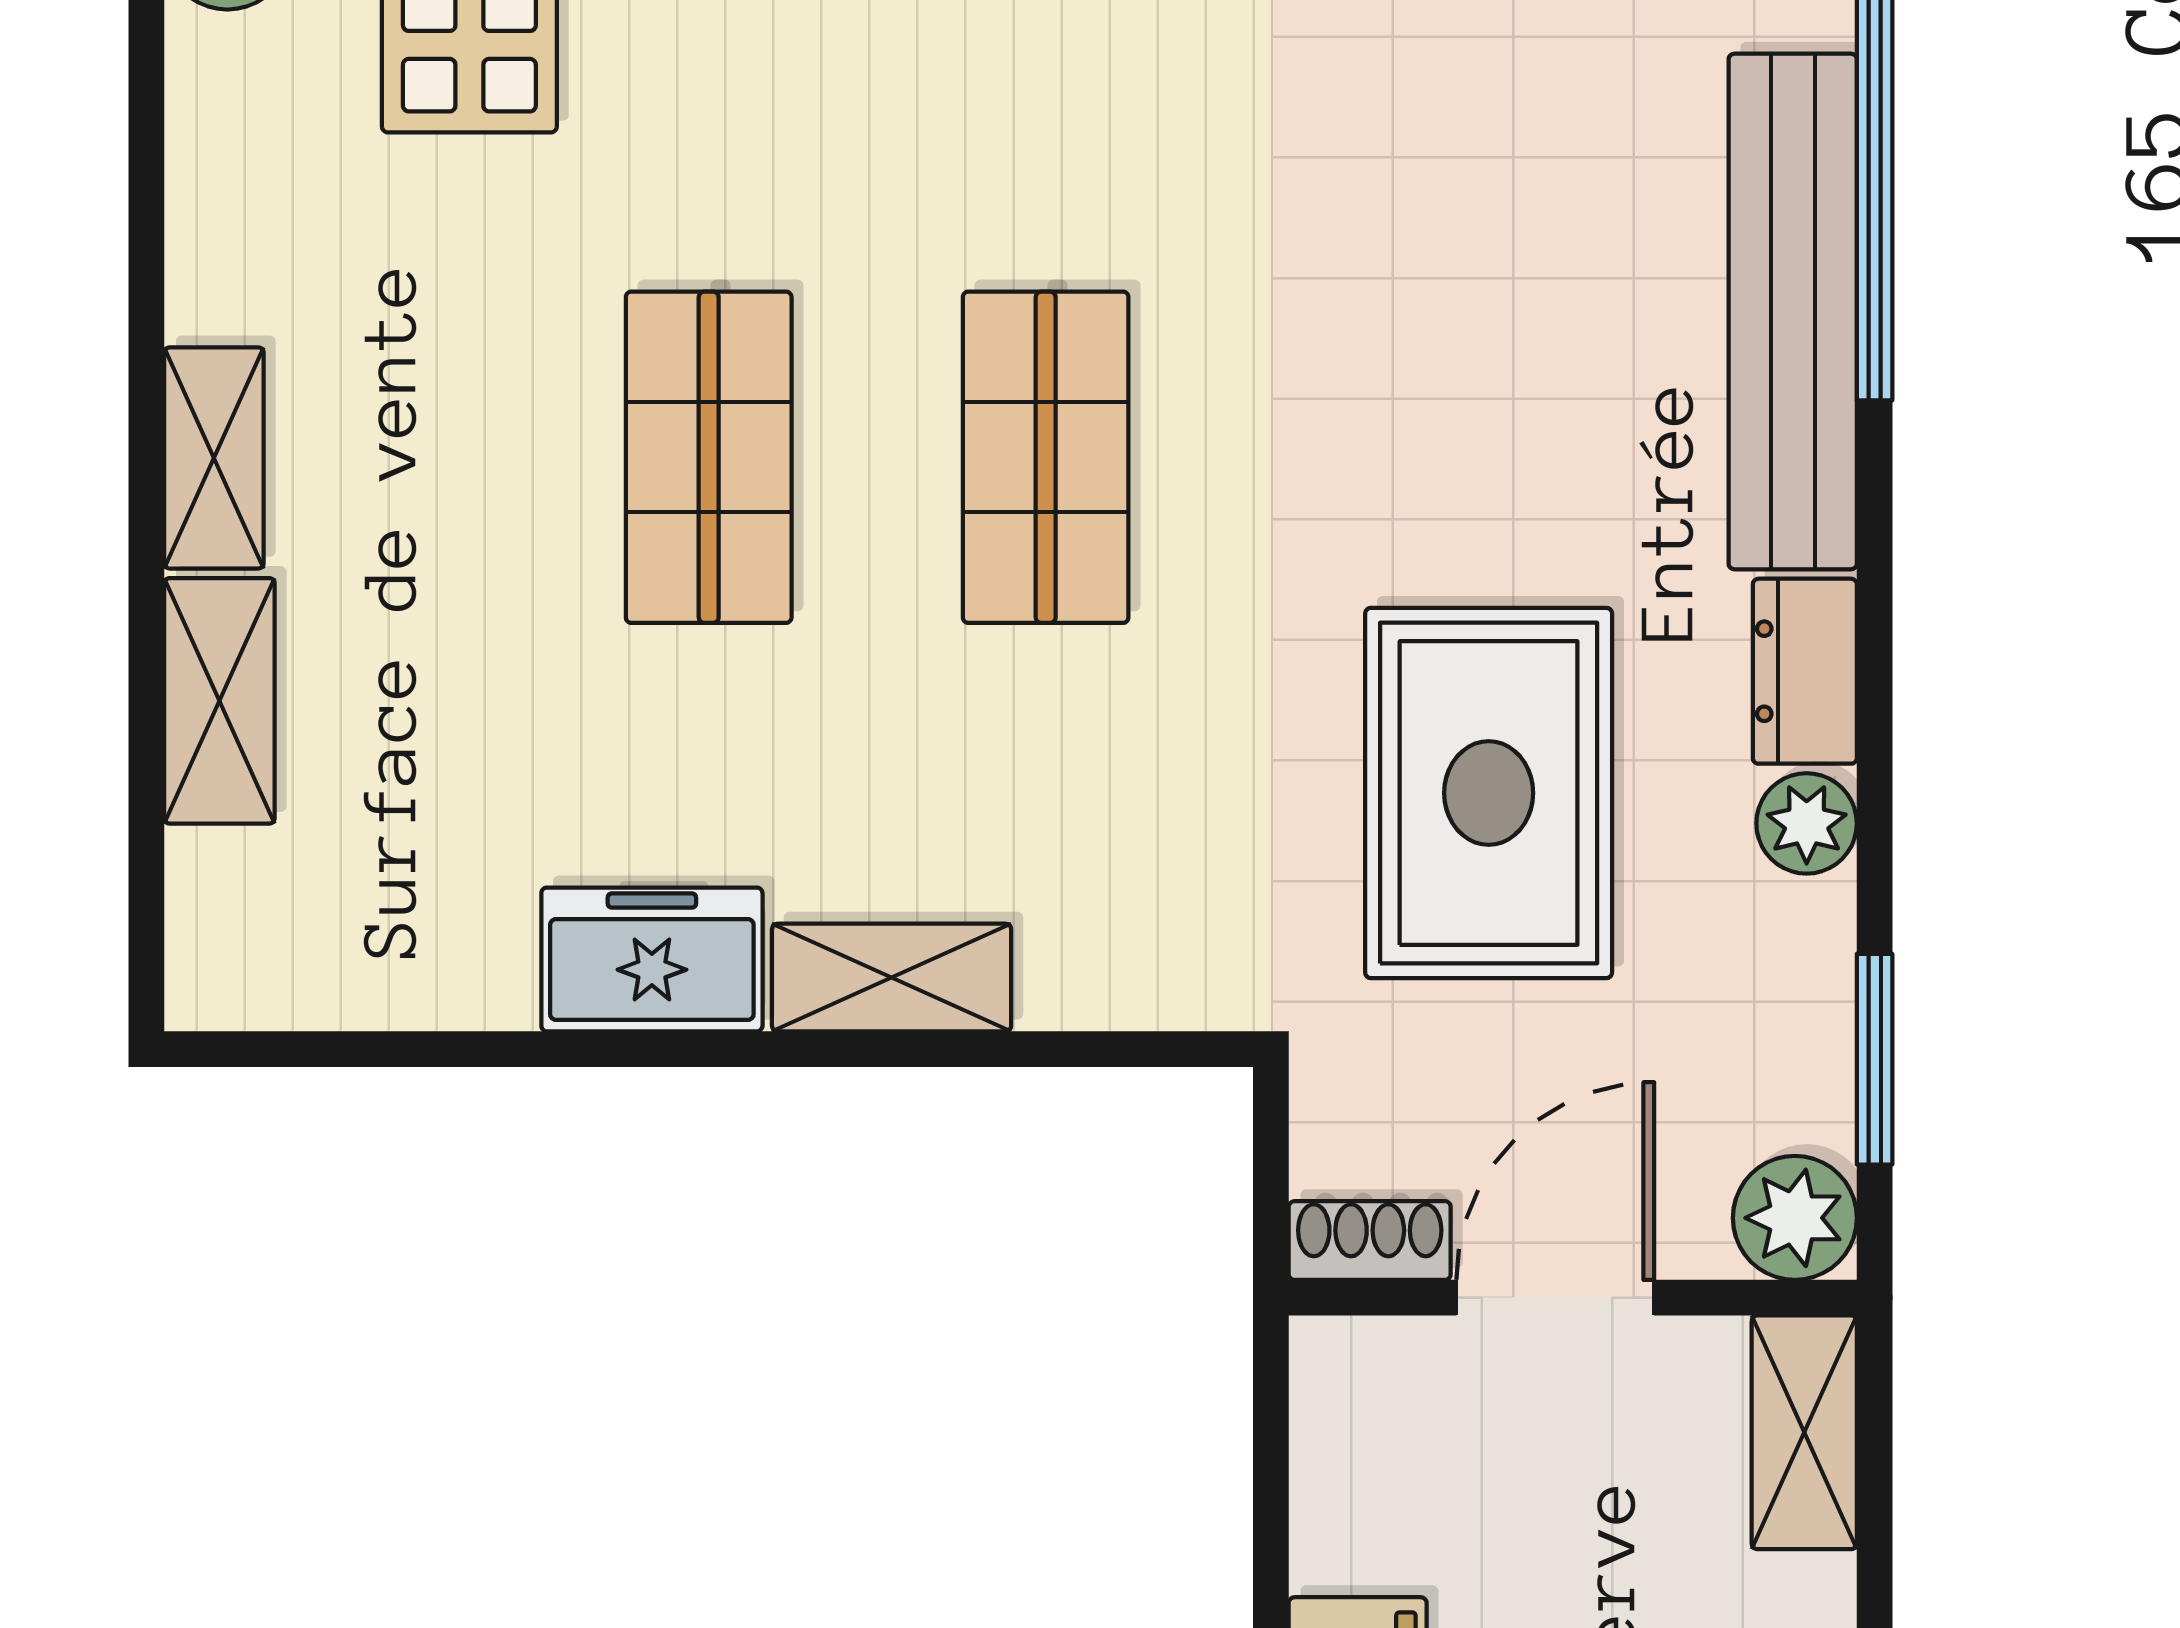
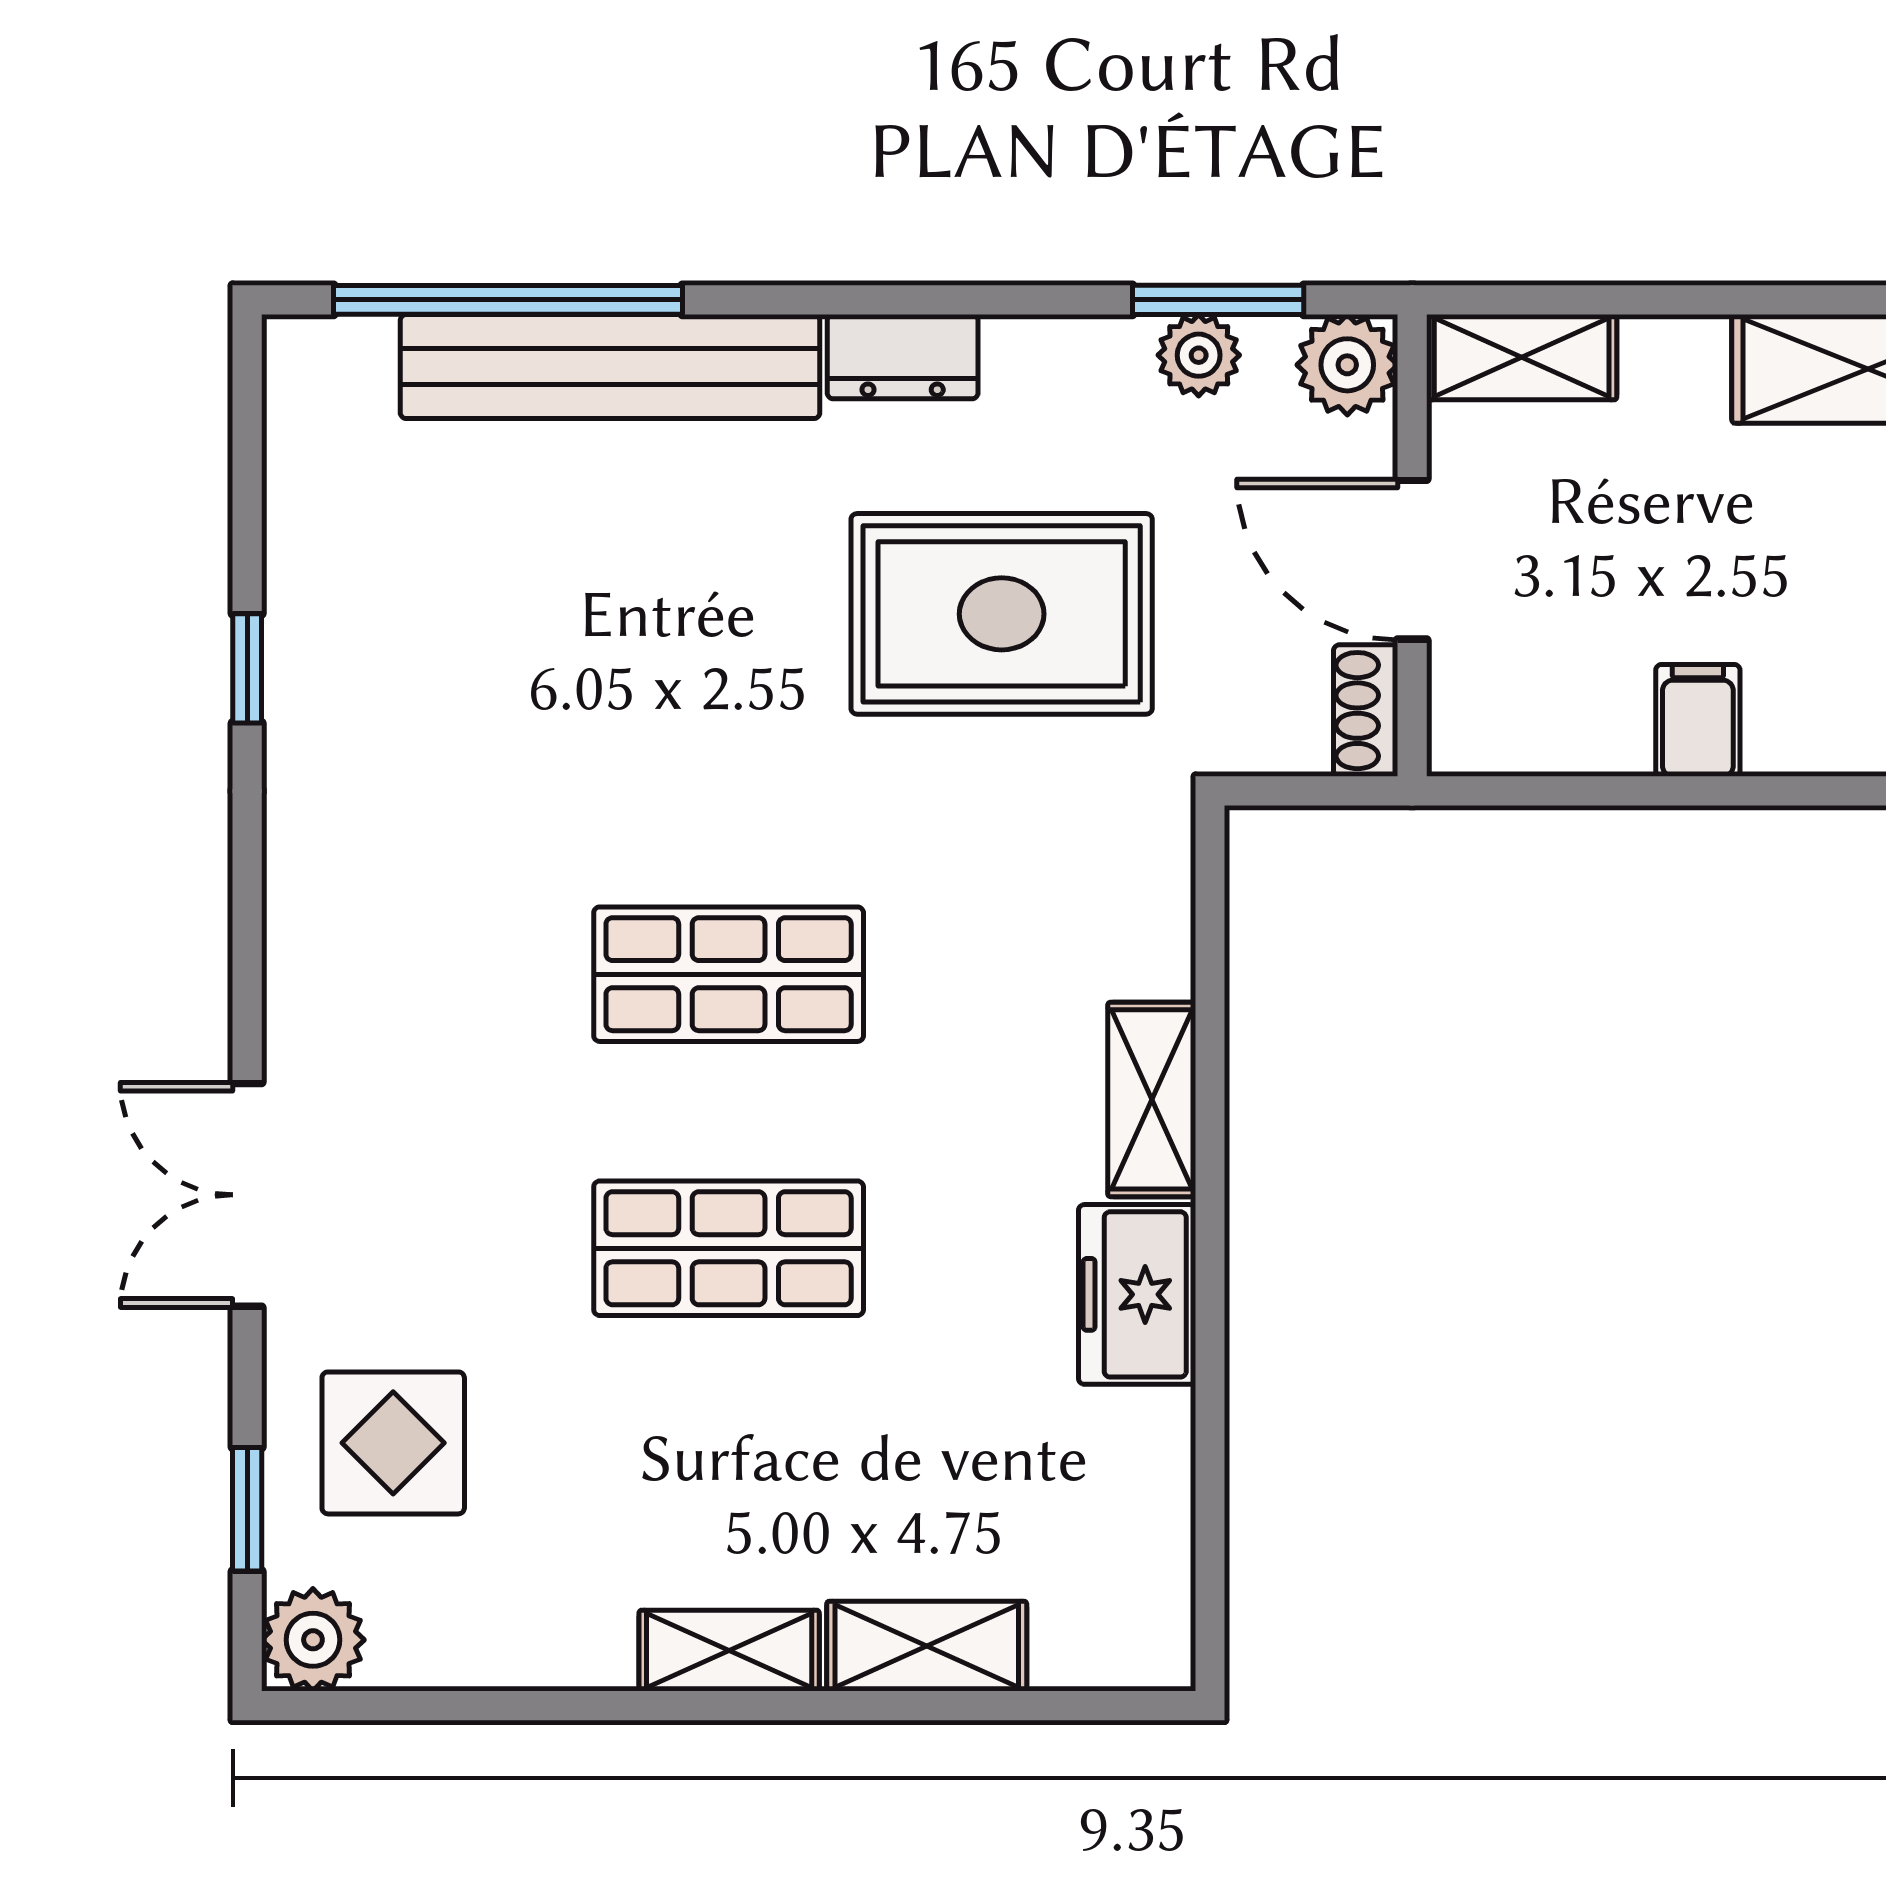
plant: (1807, 823) -> (1199, 355), moved

